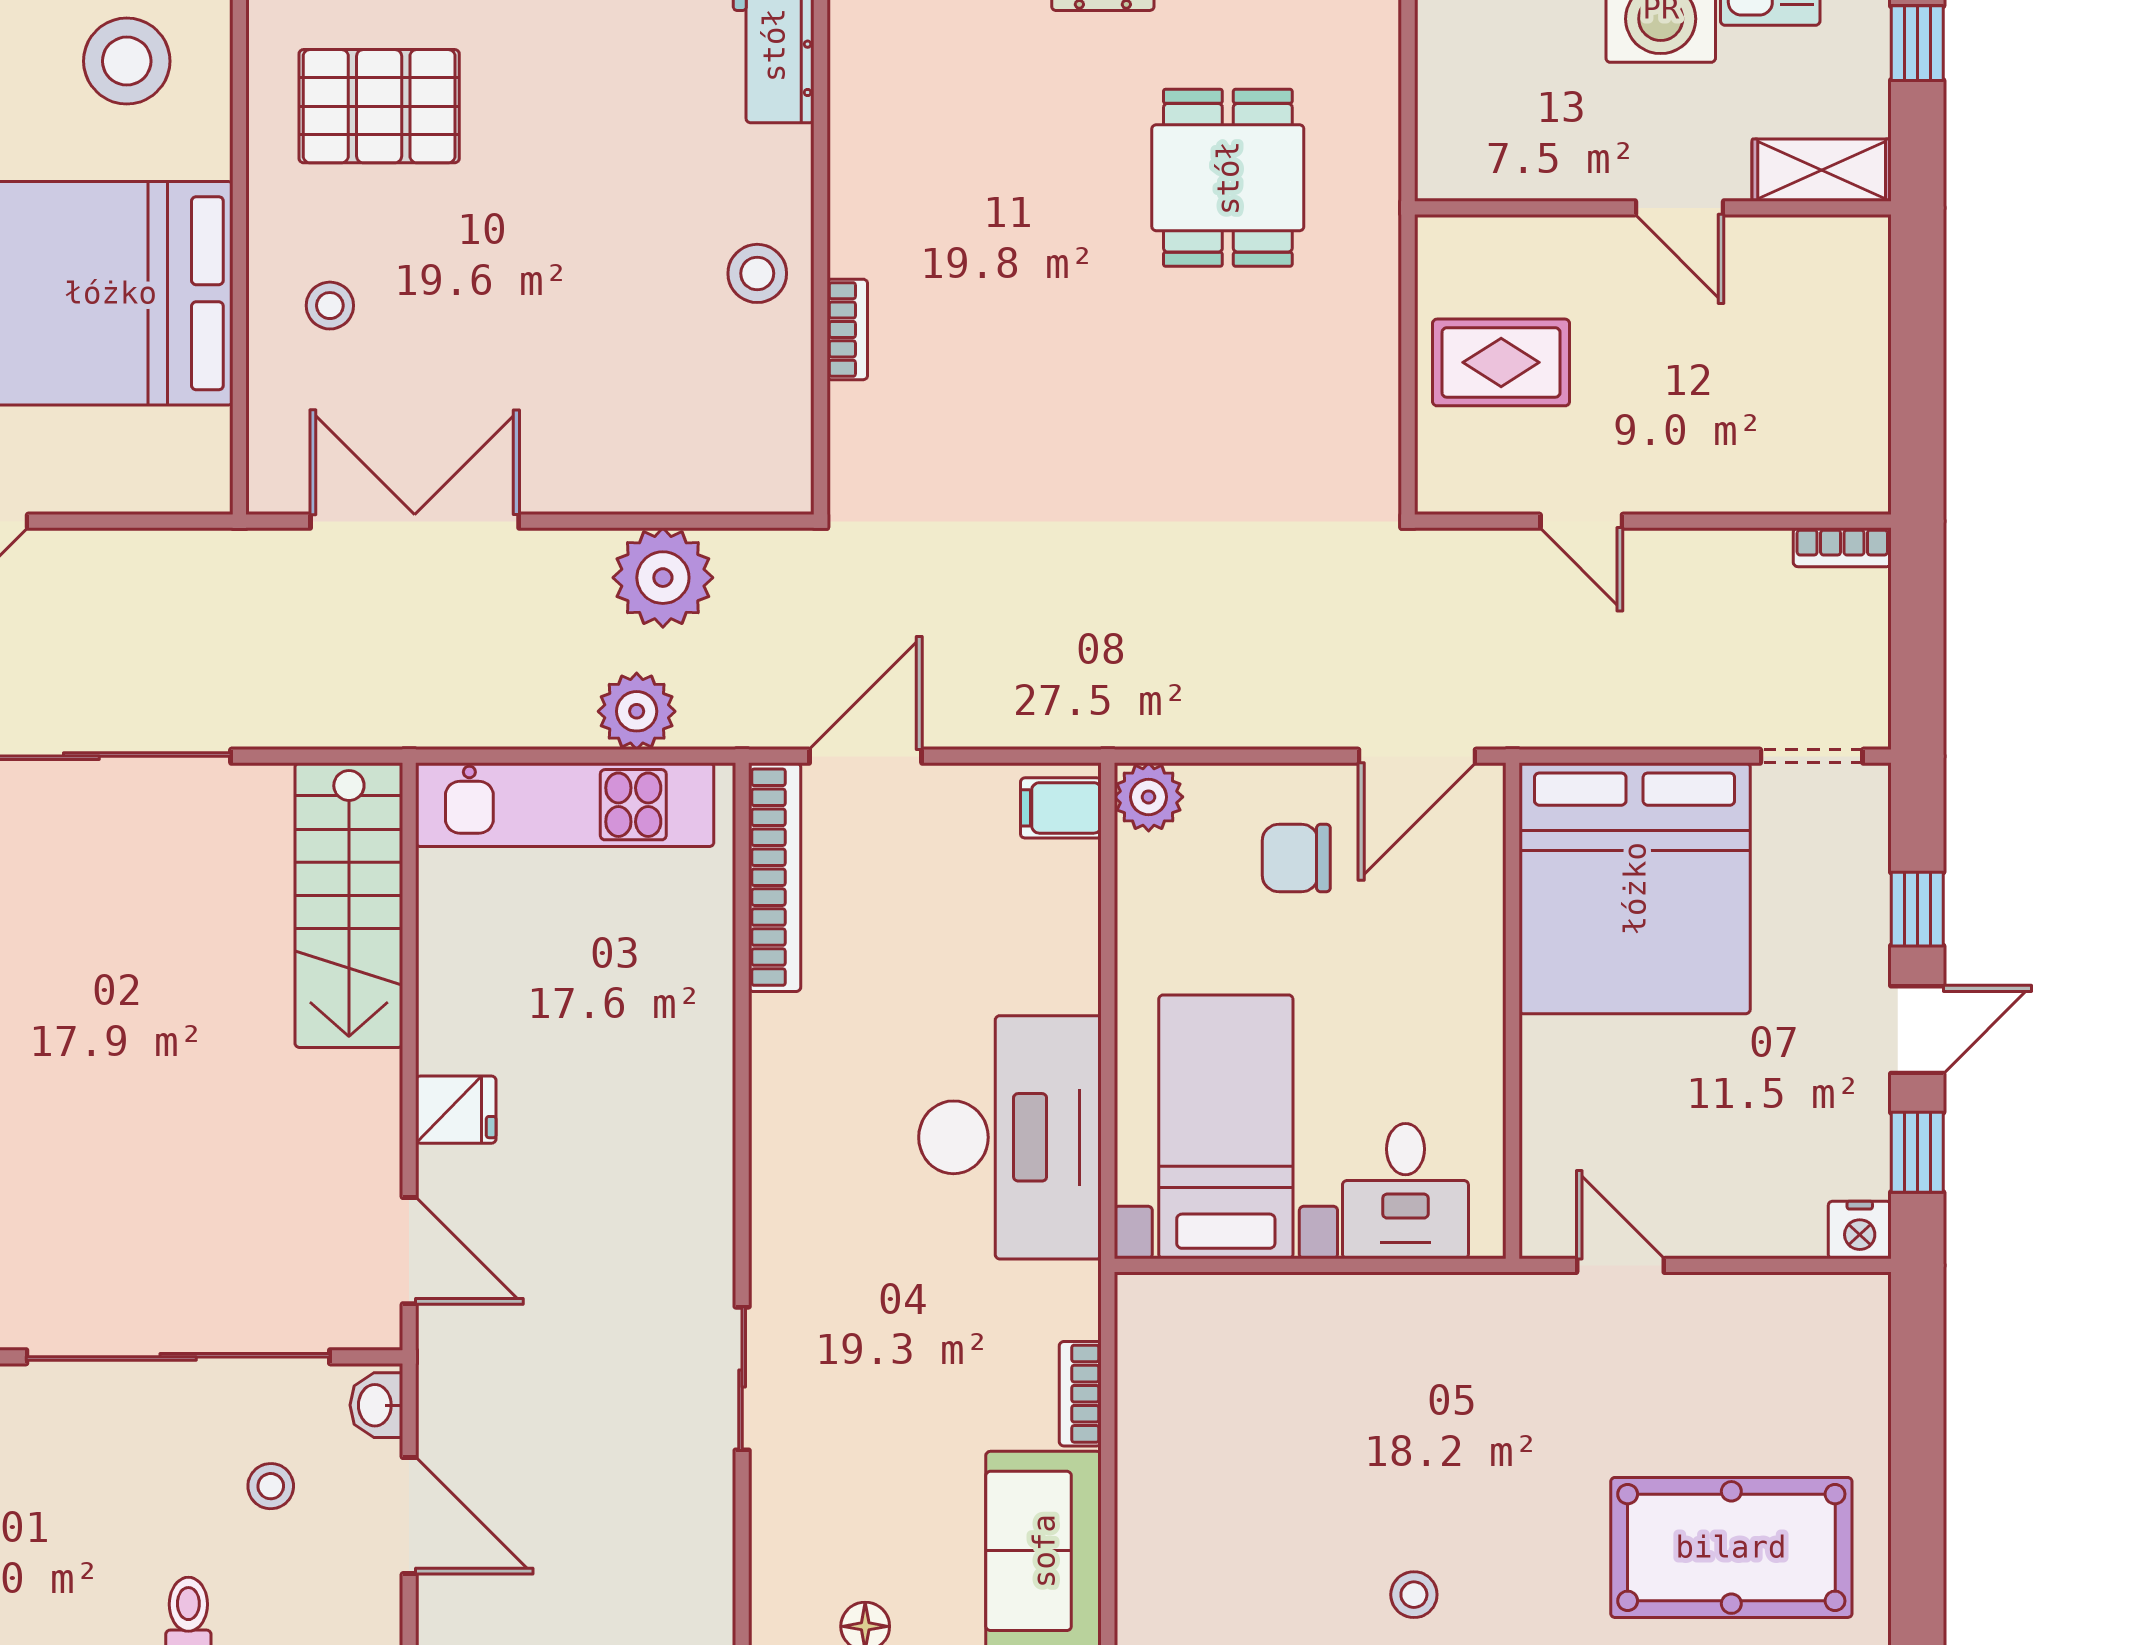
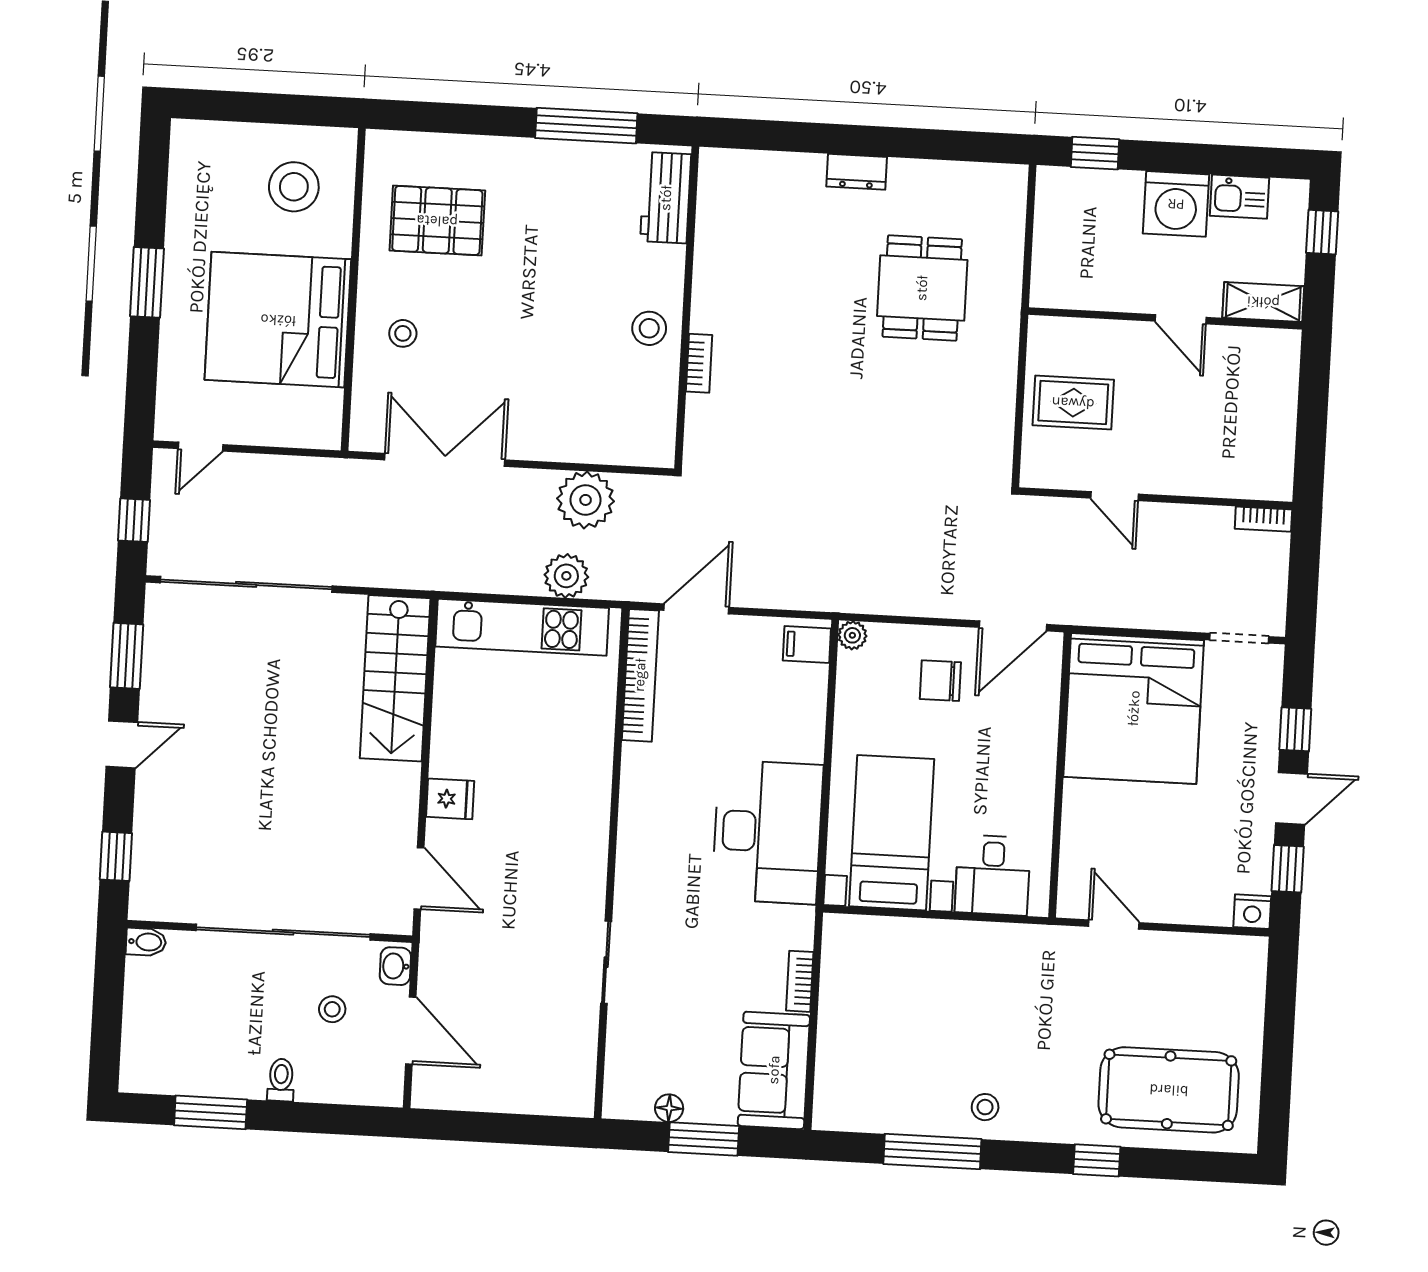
plant: (1149, 797) -> (852, 635), width x0.73, depth x0.73

